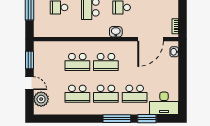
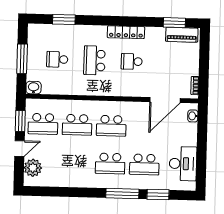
washbasin: (116, 32) -> (34, 88), moved
door: (29, 83) -> (20, 148), hinge flipped
school desk: (77, 94) -> (43, 124), moved
desk: (164, 103) -> (183, 164), moved, turned -90

